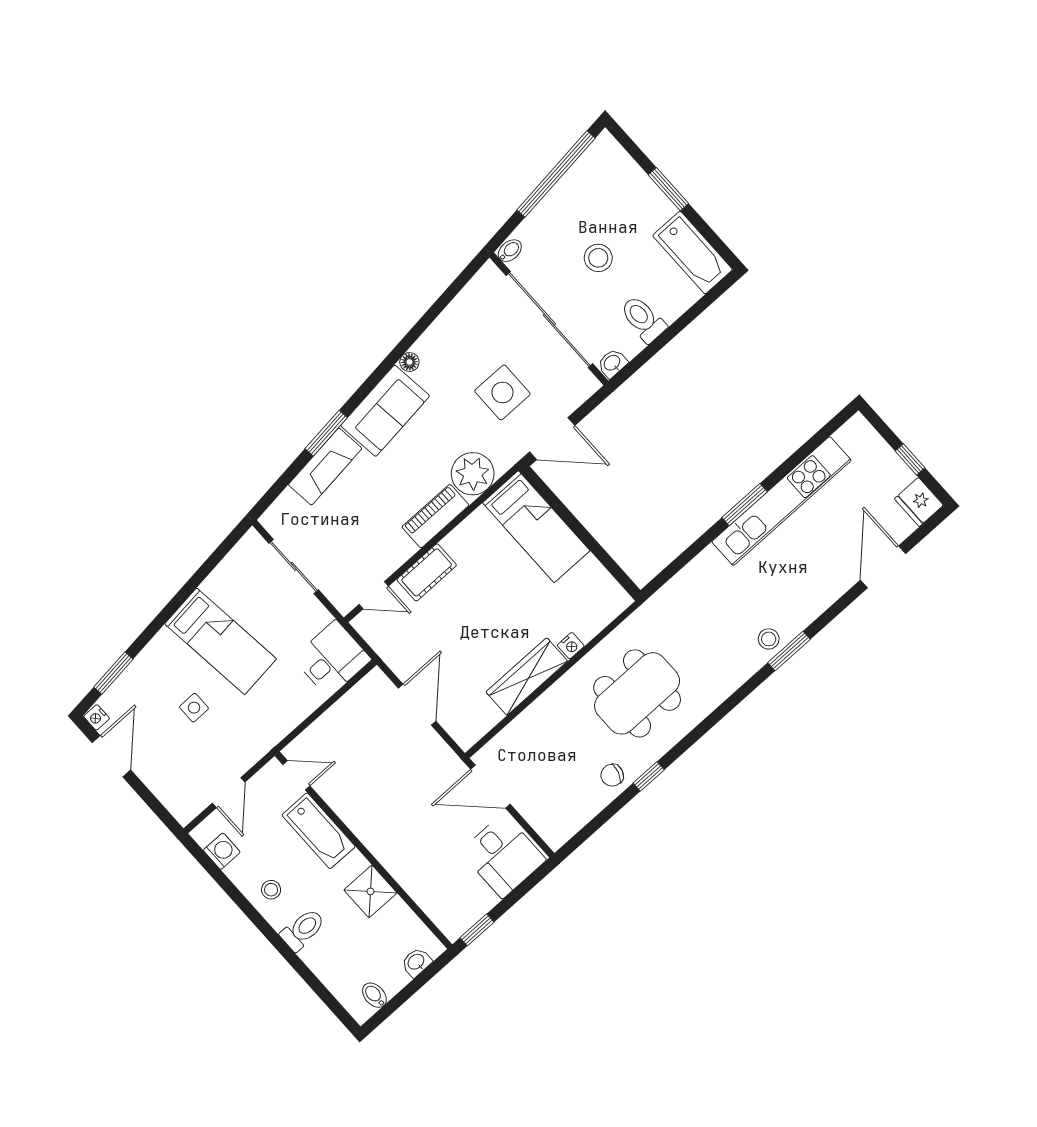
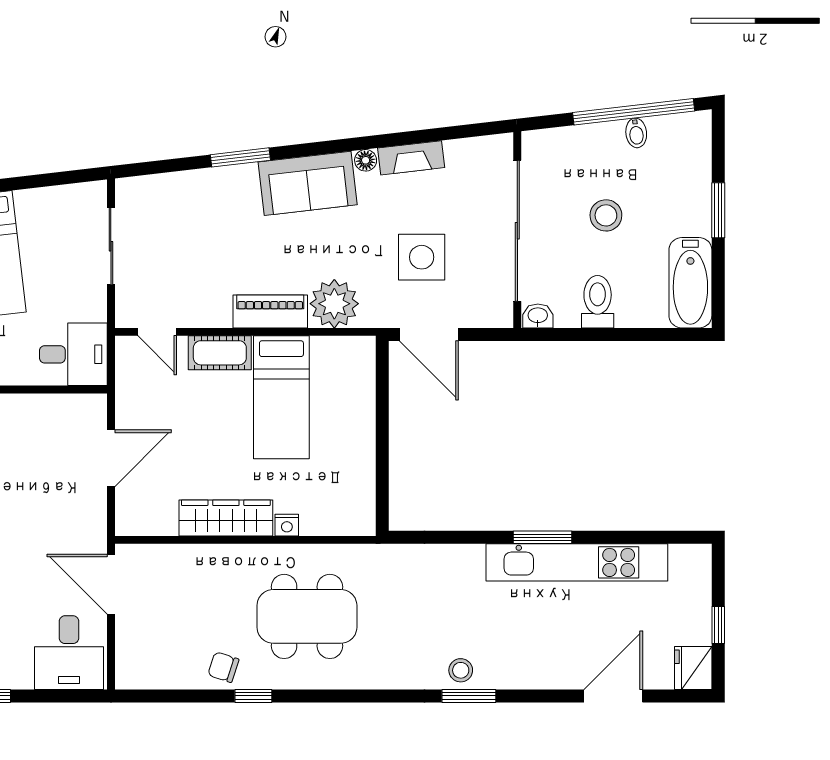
bidet: (510, 251) -> (636, 133), moved, turned 83
fireplace: (325, 467) -> (411, 158), moved, width x0.73, depth x0.76
bed: (536, 527) -> (281, 397), moved

